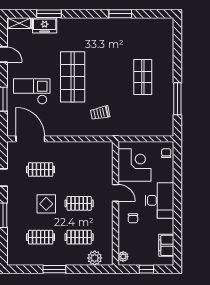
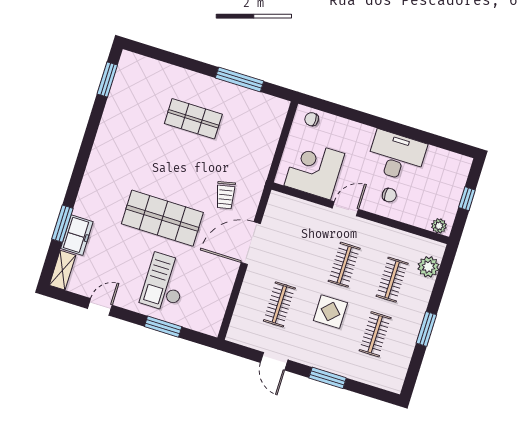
window: (120, 14) -> (107, 79), moved
door: (30, 139) -> (251, 243), moved
desk: (160, 200) -> (396, 156), moved
filing cabinet: (166, 245) -> (442, 160), removed

